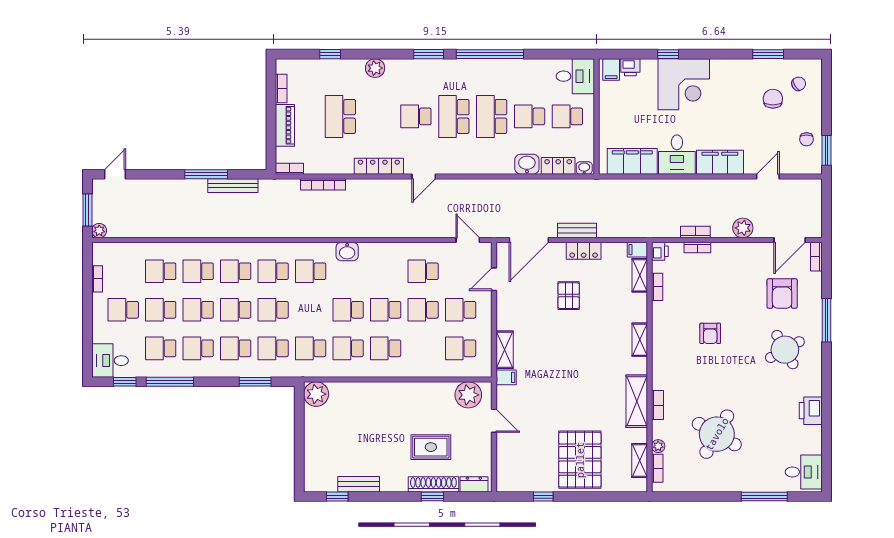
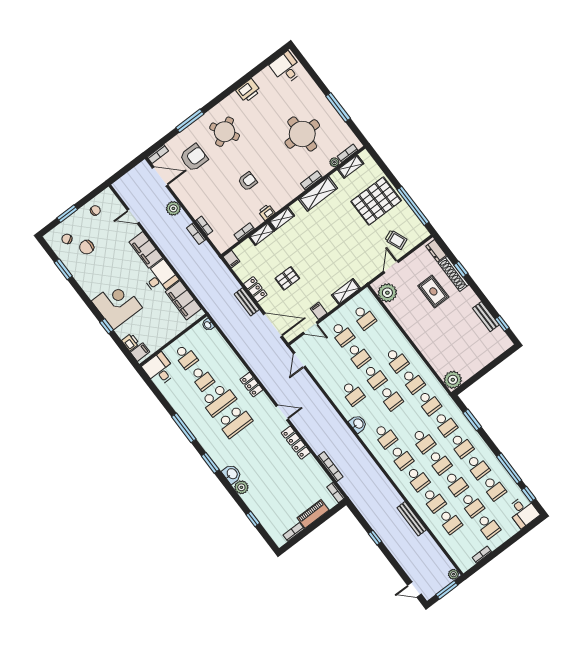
window: (490, 54) -> (184, 428), width x0.68
school desk: (340, 116) -> (284, 486), removed
school desk: (416, 116) -> (251, 443), removed
window: (827, 150) -> (67, 214), moved
washbasin: (527, 164) -> (232, 474), moved, turned 180
locker: (558, 166) -> (251, 385), moved
window: (206, 174) -> (375, 538), width x0.46
bench: (233, 186) -> (412, 519), moved
printer: (660, 251) -> (267, 212), moved
school desk: (423, 271) -> (353, 393), moved
shelving: (640, 275) -> (262, 234), moved
filing cabinet: (506, 377) -> (319, 311), moved
round table: (717, 434) -> (302, 134), turned -30
trolley: (520, 449) -> (396, 240), added
window: (543, 497) -> (413, 206), width x3.17
window: (764, 497) -> (338, 107), moved

